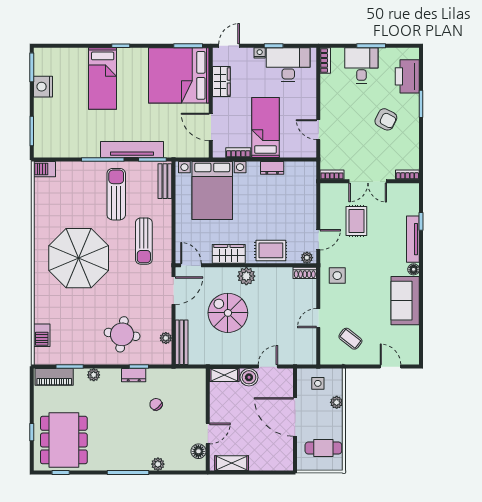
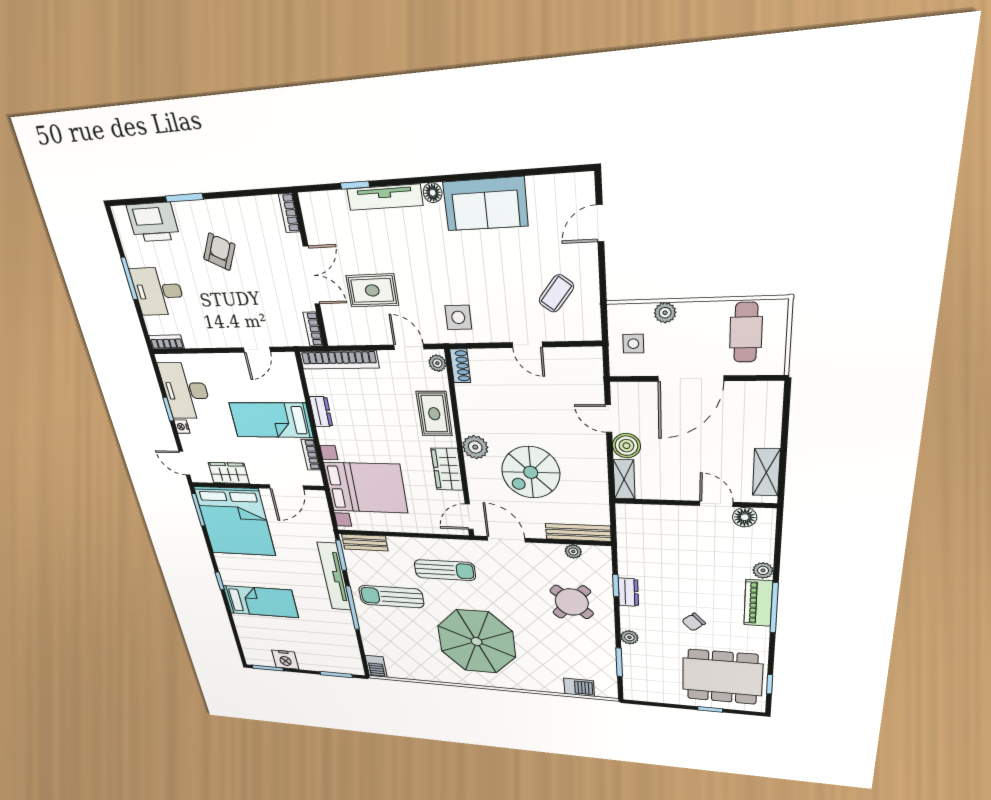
bookcase: (310, 189) -> (339, 360), added
round table: (122, 334) -> (572, 602), turned 34
piano: (54, 377) -> (758, 603), moved, turned 180
chair: (156, 404) -> (694, 622), moved

